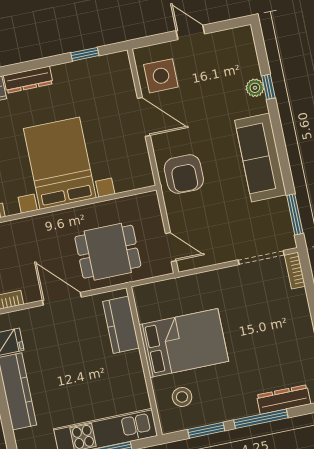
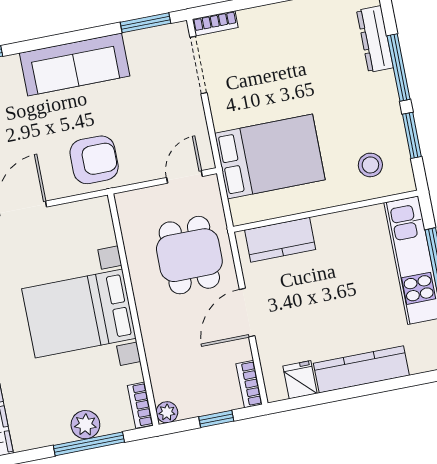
bed: (184, 343) -> (270, 157), moved, turned 90

